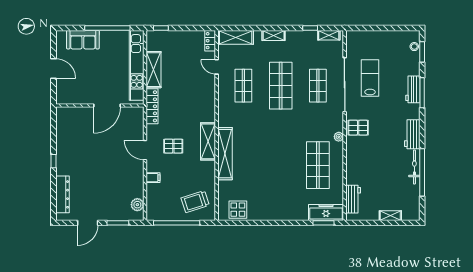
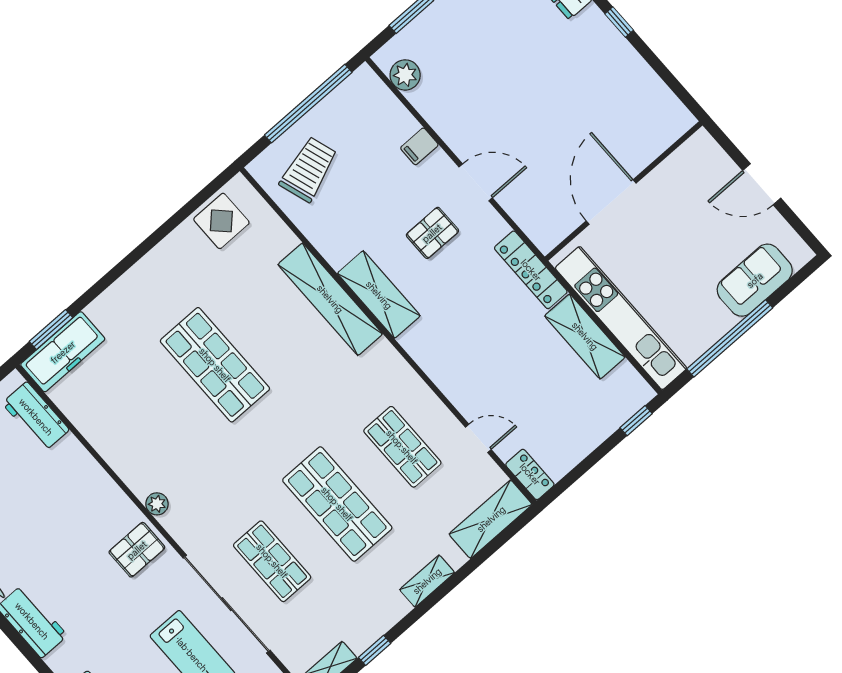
shop shelf: (318, 165) -> (215, 365), moved

